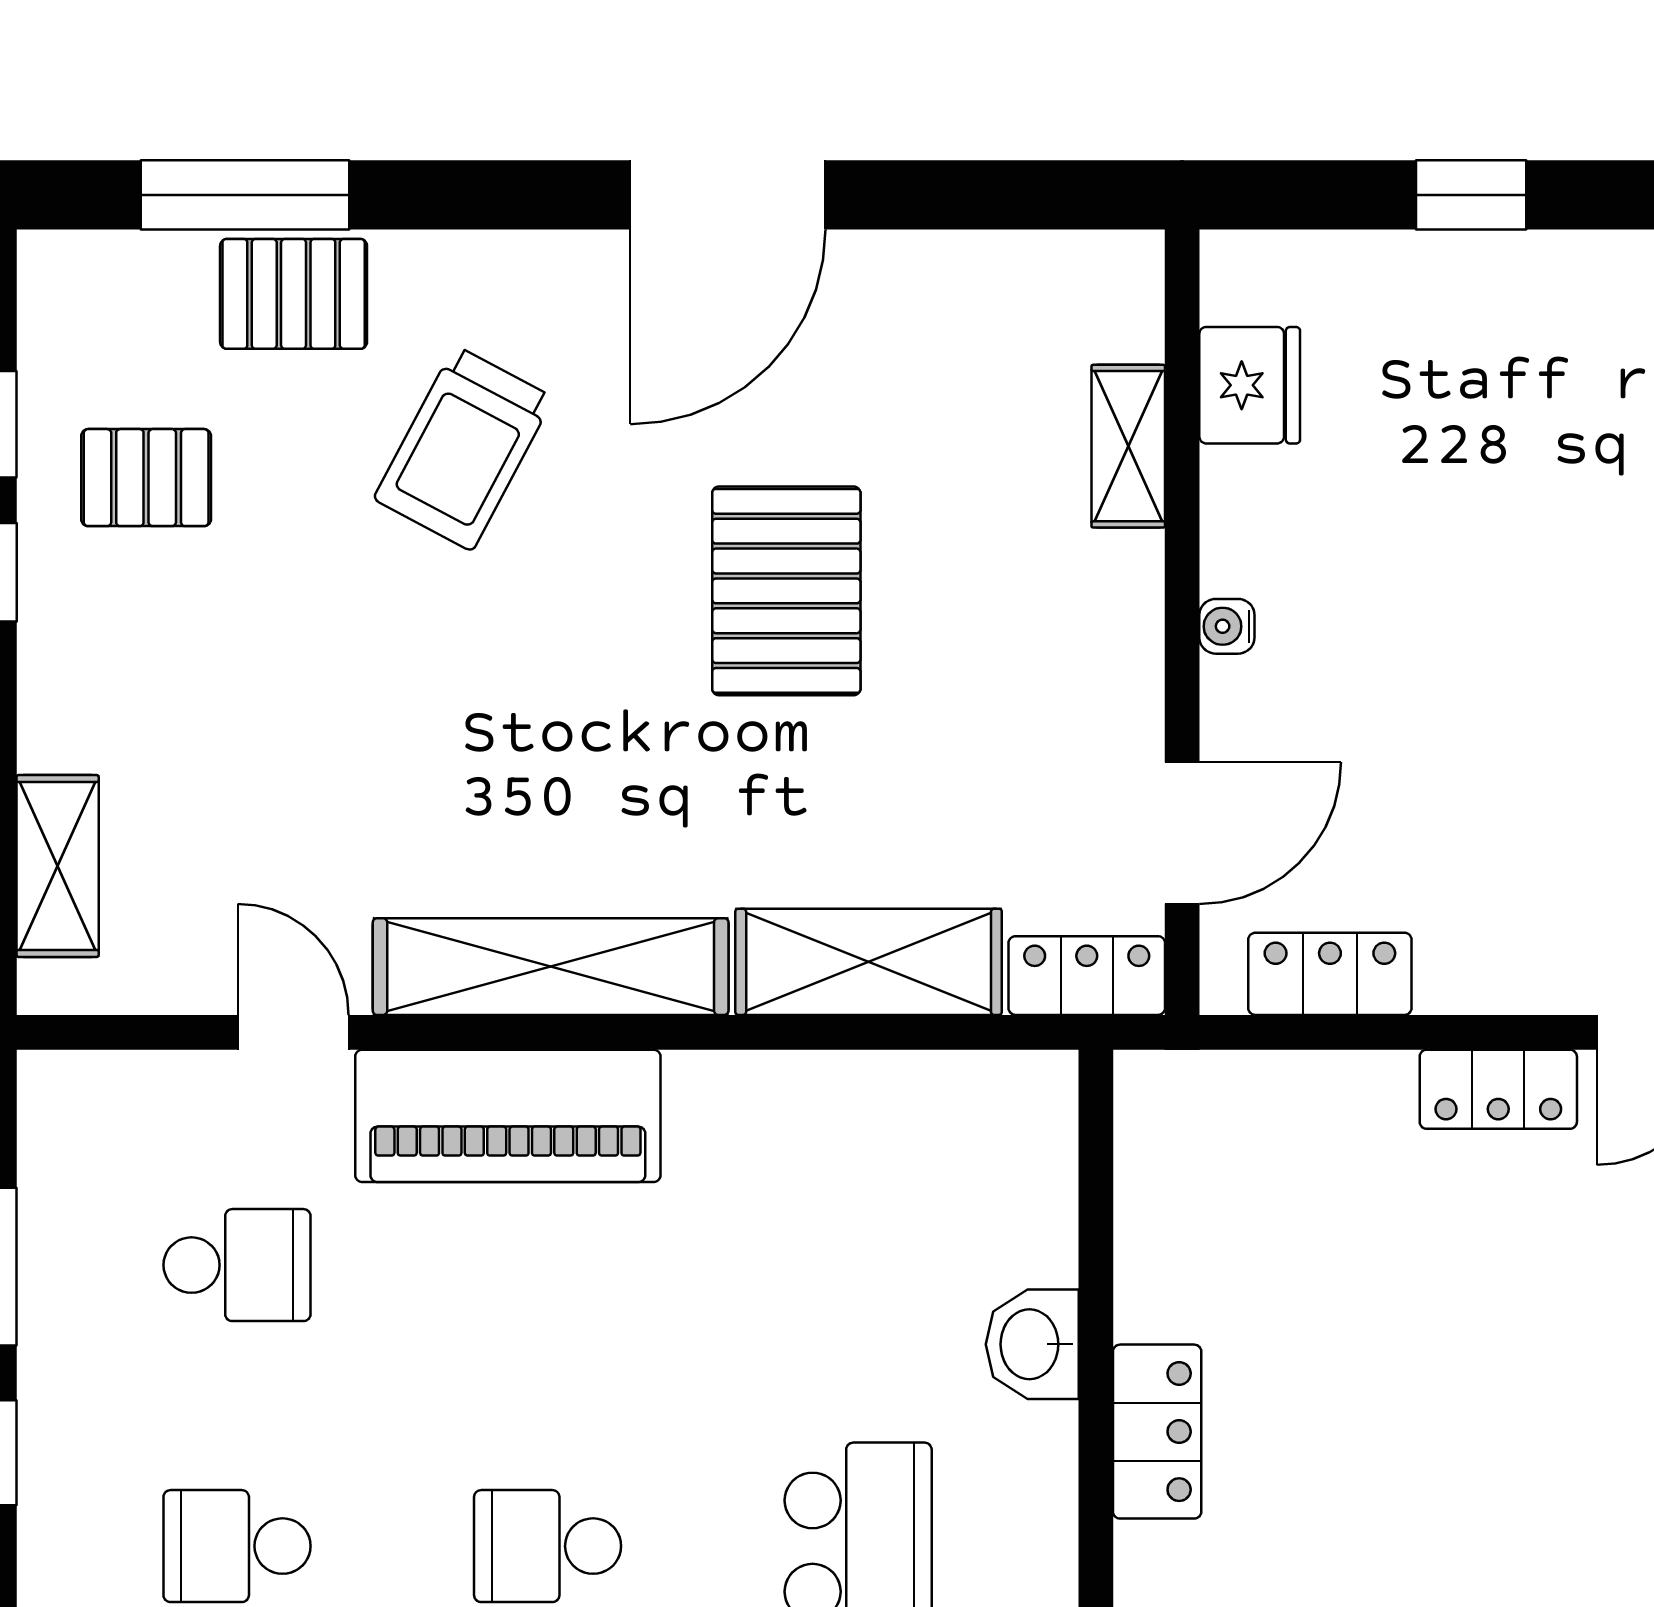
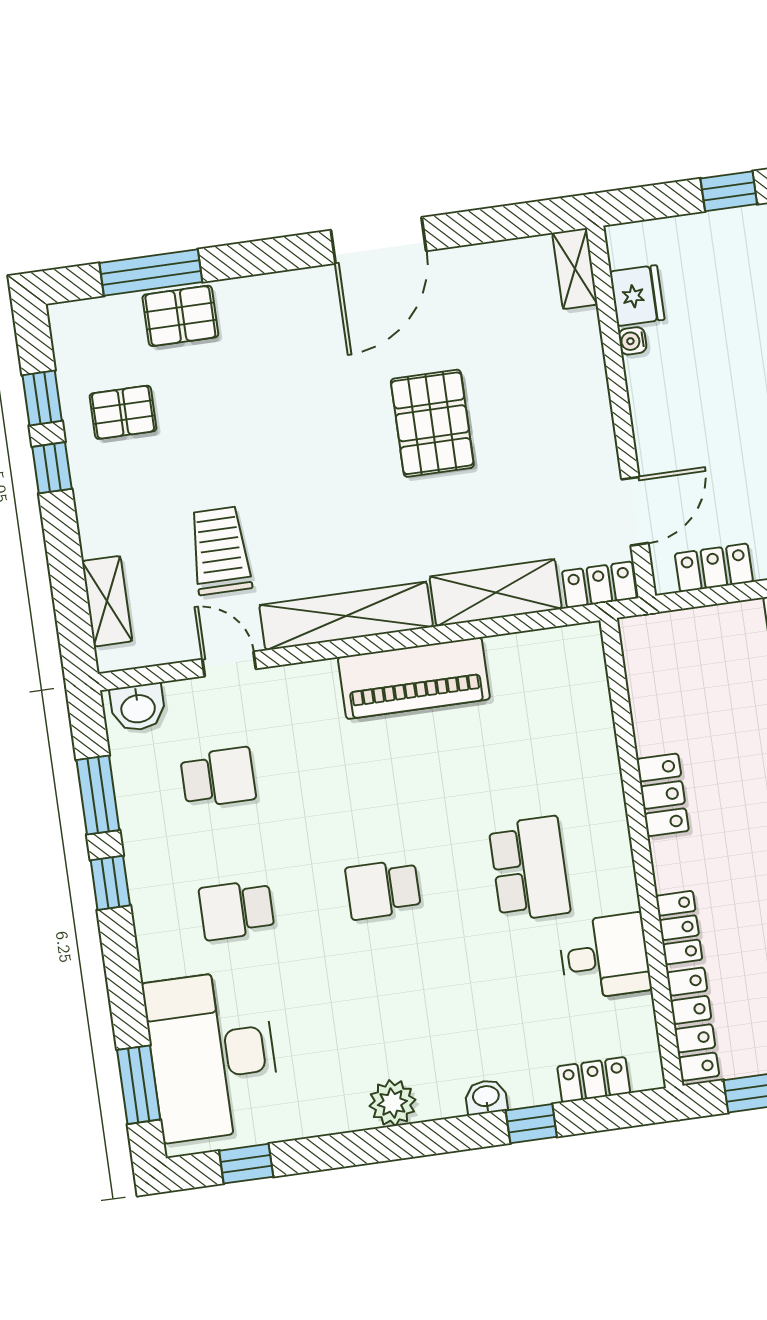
shelving: (1128, 446) -> (575, 269), moved
trolley: (464, 448) -> (220, 551), moved, turned 152
water cooler: (1227, 626) -> (632, 341), moved
piano: (508, 1116) -> (414, 678), moved
washbasin: (1032, 1344) -> (138, 707), moved, turned -90

